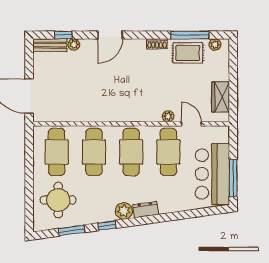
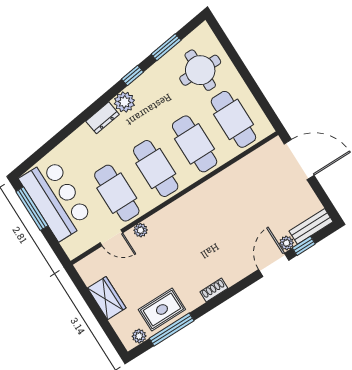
door: (110, 35) -> (274, 265), moved
shoe rack: (157, 44) -> (214, 290), moved
wardrobe: (221, 97) -> (107, 298), moved

